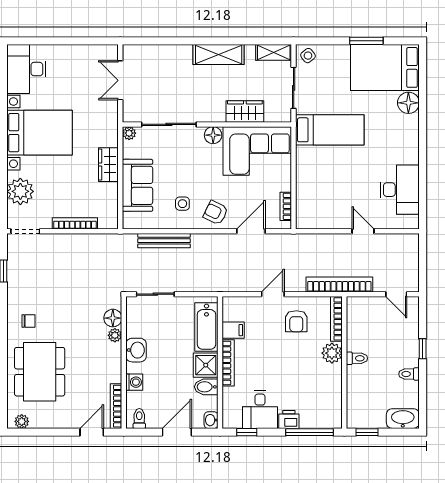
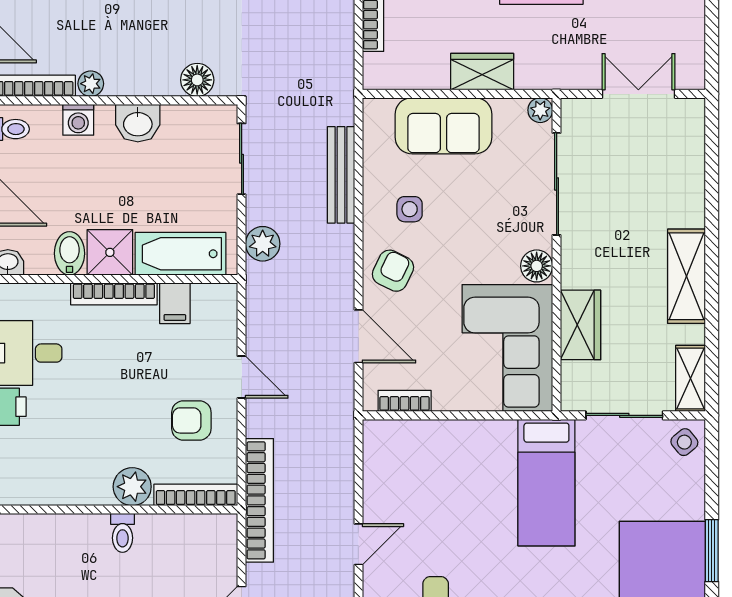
plant: (201, 283) -> (263, 244), added
plant: (115, 335) -> (91, 84), moved

